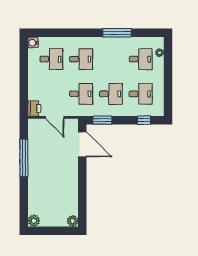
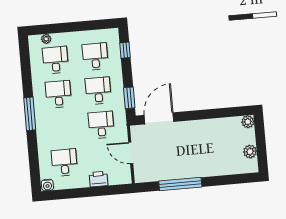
window: (117, 33) -> (30, 114), moved
desk: (81, 59) -> (58, 94), moved
printer: (34, 108) -> (98, 179), moved
door: (55, 117) -> (131, 153), swing flipped
plant: (34, 221) -> (250, 152), moved

